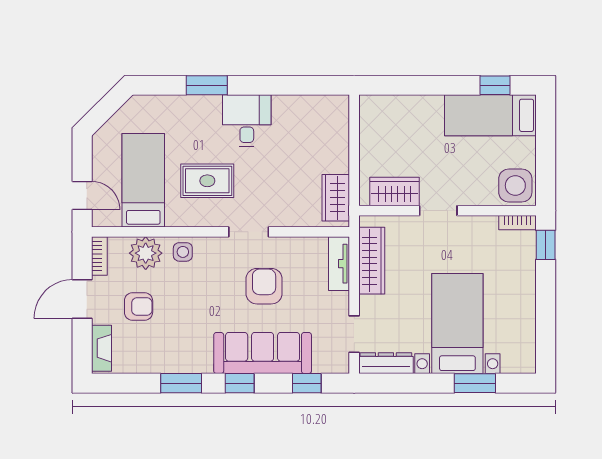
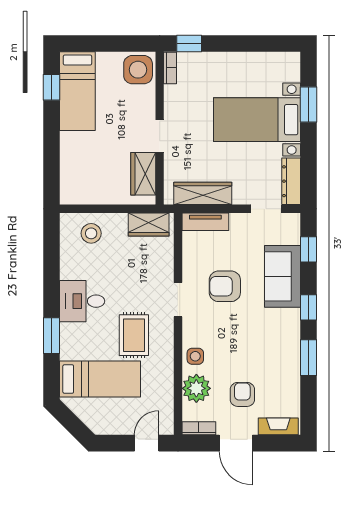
stool: (325, 131) -> (91, 233), added
bed: (143, 180) -> (100, 379), moved, turned 180
sofa: (263, 353) -> (282, 276), width x0.73

